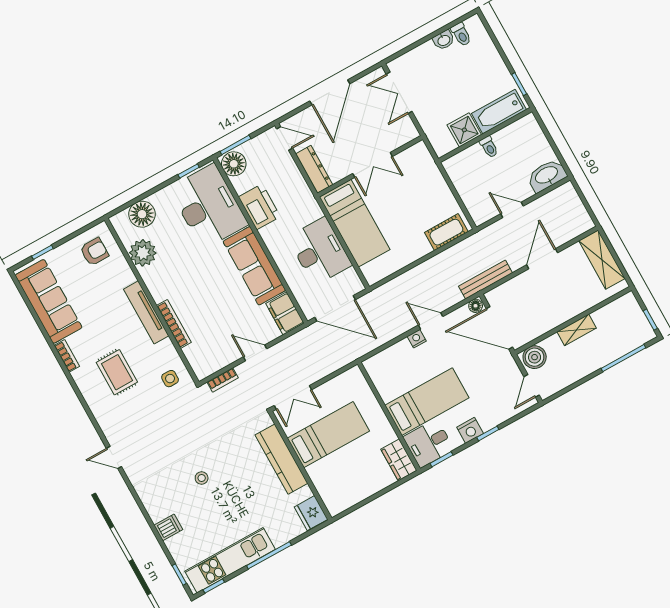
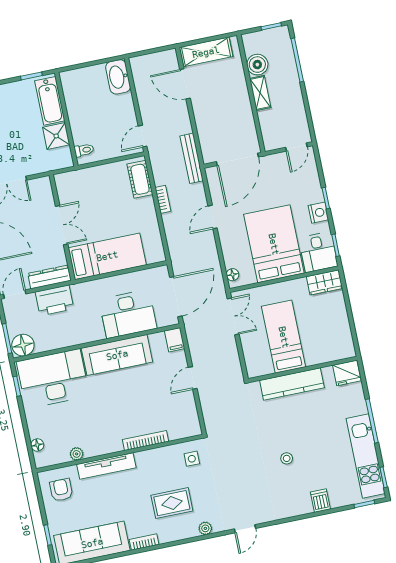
toilet: (489, 147) -> (84, 150), moved
printer: (259, 207) -> (55, 300), moved, turned 180
door: (512, 210) -> (143, 136), moved
floor lamp: (142, 214) -> (37, 445), width x0.53, depth x0.53
desk: (320, 251) -> (128, 314), moved, turned 180
plant: (143, 253) -> (77, 454), width x0.53, depth x0.53
door: (542, 259) -> (185, 84), moved
floor lamp: (476, 306) -> (233, 275), moved
tv unit: (146, 312) -> (106, 466), moved
filing cabinet: (285, 313) -> (175, 340), width x0.50
nightstand: (417, 339) -> (224, 234), removed
boiler: (535, 357) -> (257, 65), moved
bookcase: (223, 380) -> (163, 199), moved
door: (532, 386) -> (296, 147), hinge flipped
double door: (293, 398) -> (233, 316), moved
bed: (427, 402) -> (274, 244), width x1.50
plant: (101, 416) -> (205, 528), added

